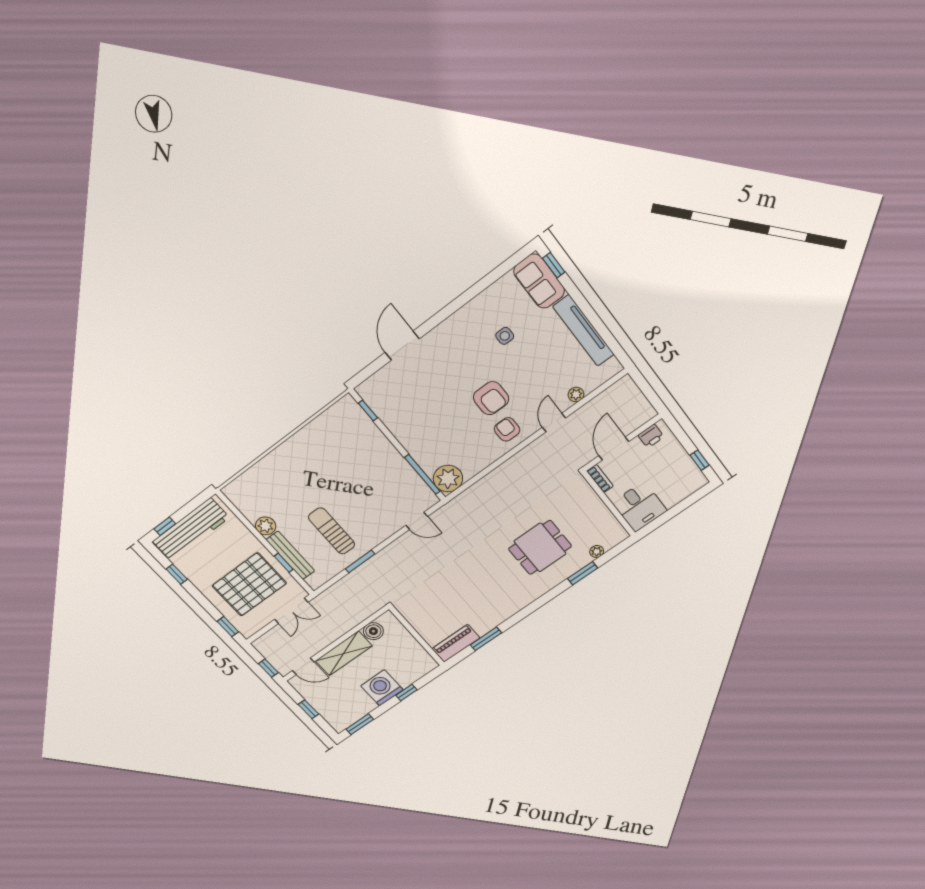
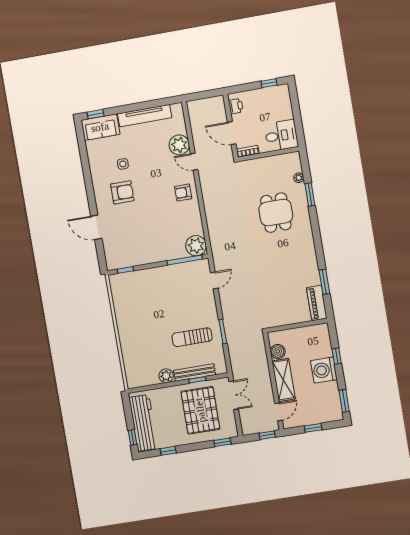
plant: (576, 394) -> (179, 145), width x1.88, depth x1.88
armchair: (491, 398) -> (122, 192), moved

